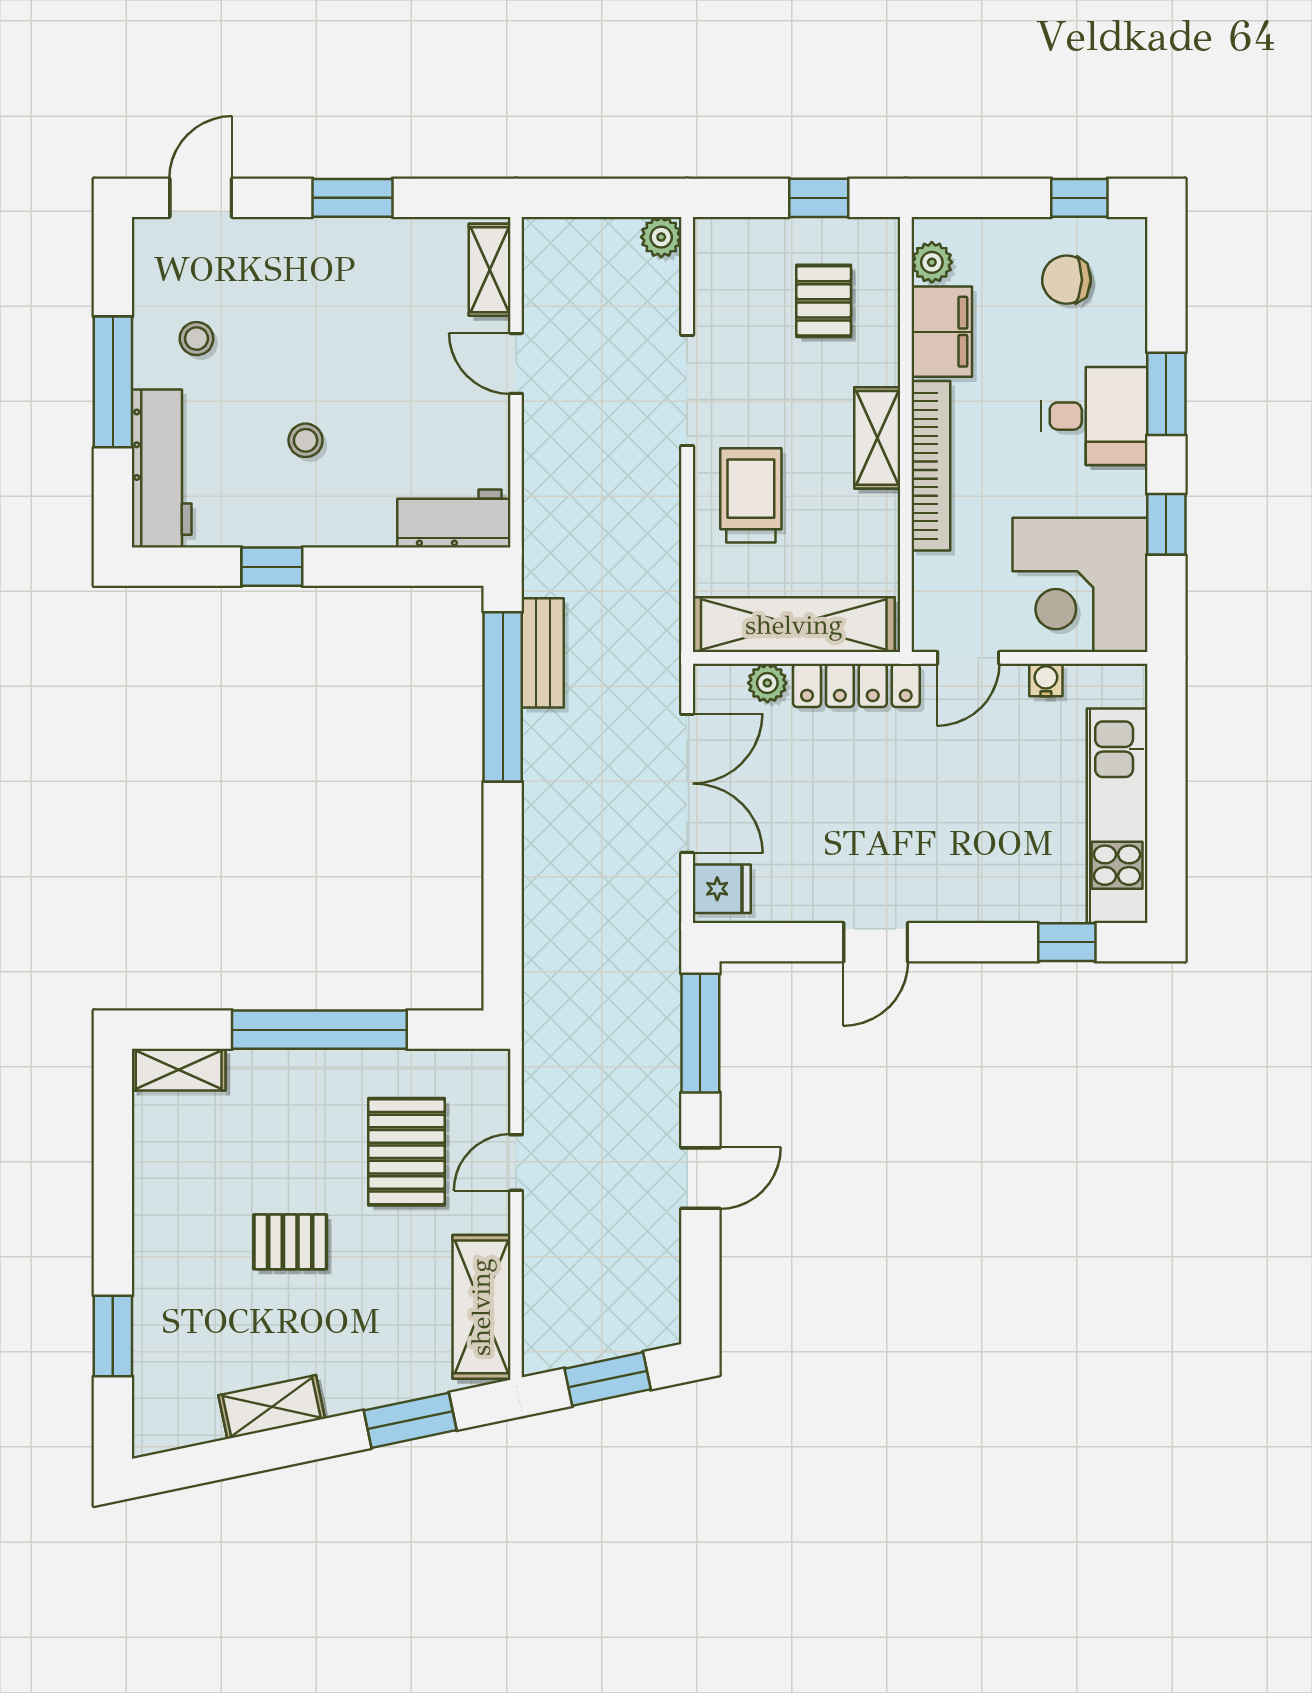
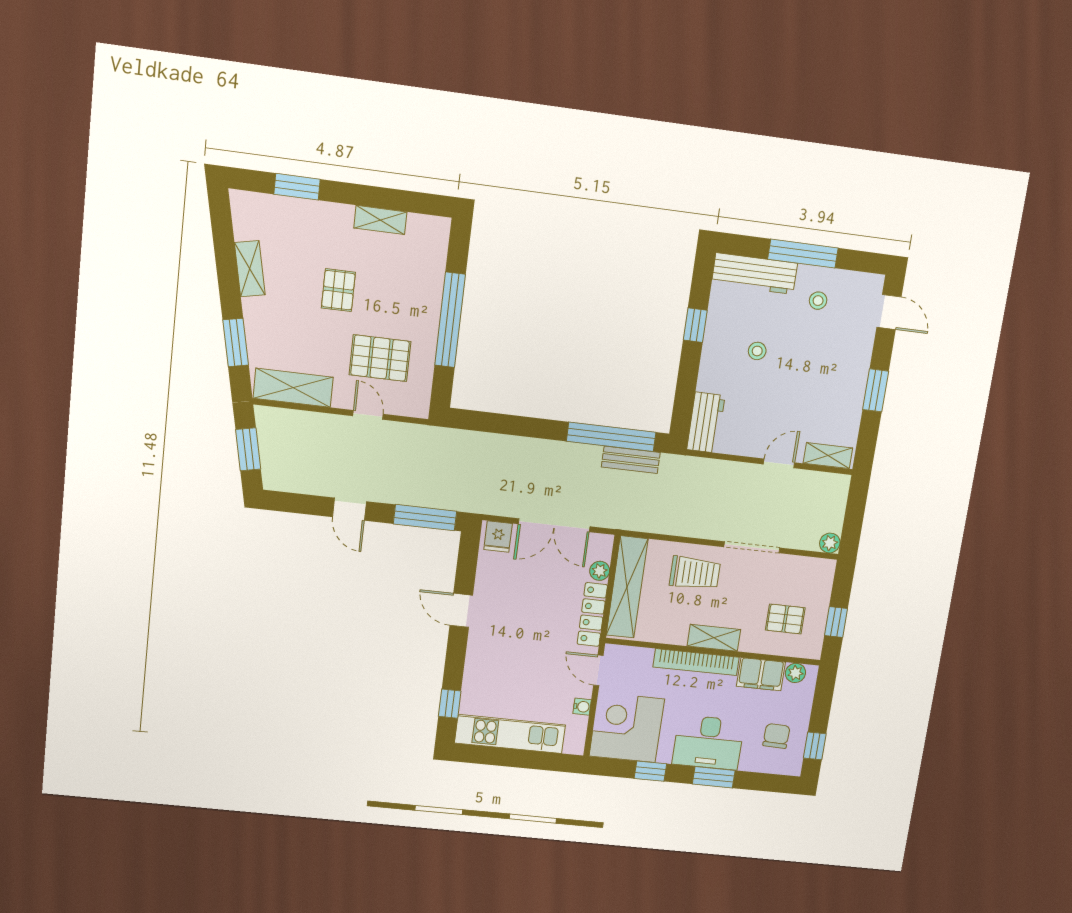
desk: (1094, 416) -> (708, 742), width x1.37
shelving: (179, 1070) -> (380, 220), moved, turned 90

